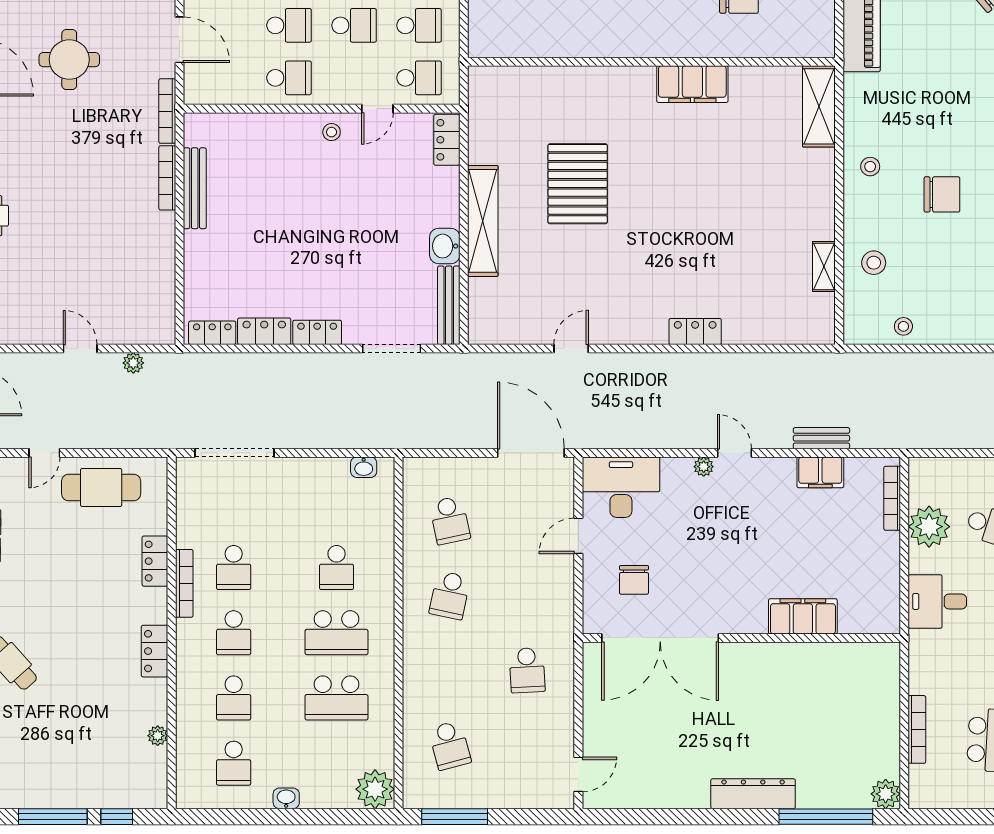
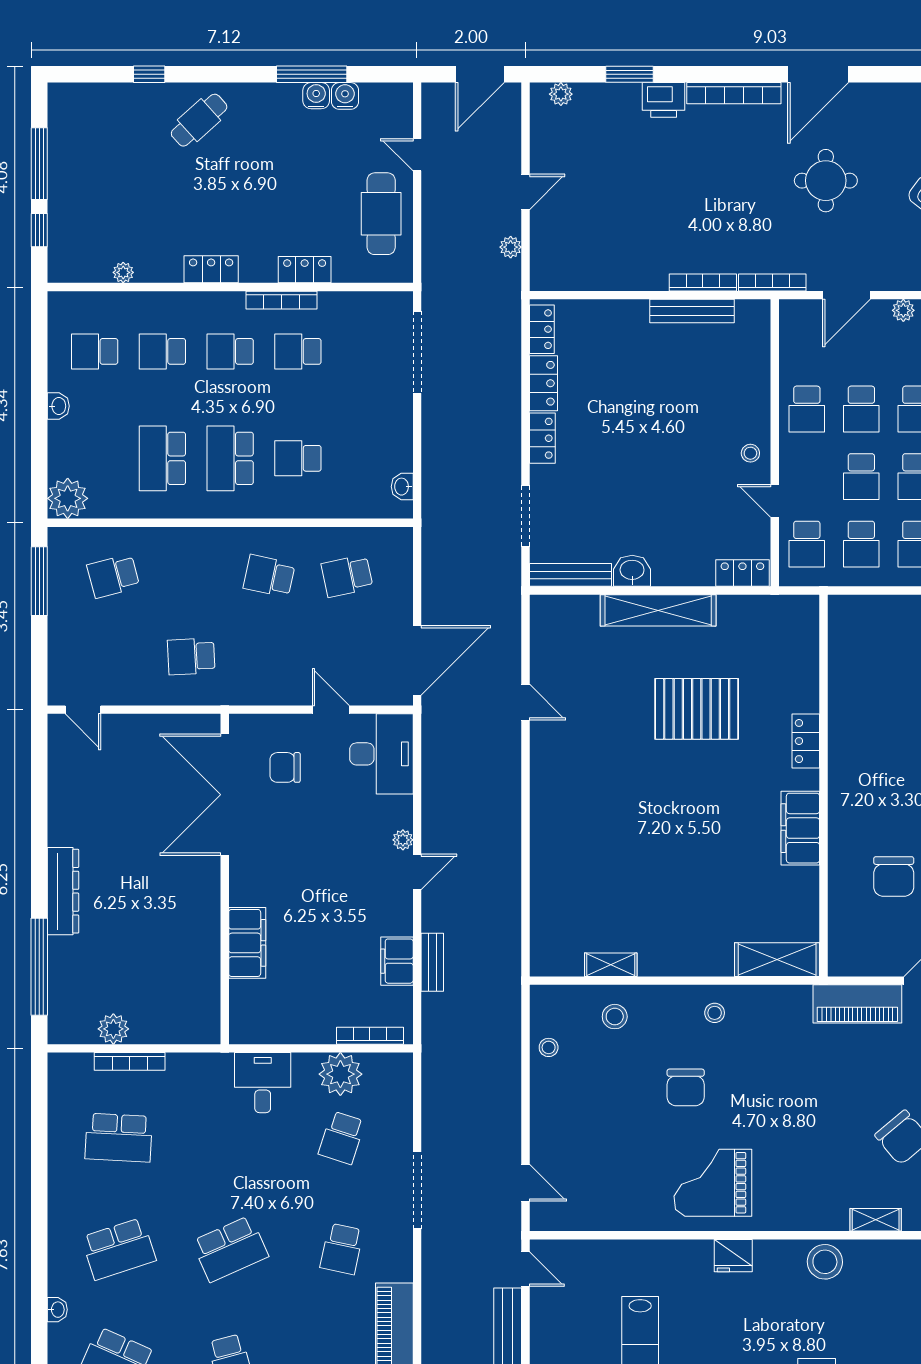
locker: (695, 331) -> (806, 741), moved, turned 180
plant: (886, 794) -> (113, 1029), moved

